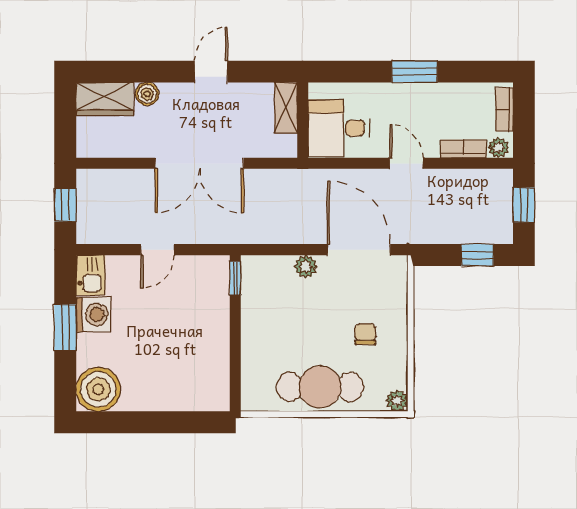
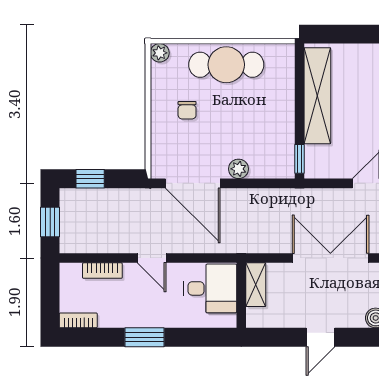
shelving: (286, 108) -> (256, 285), moved
bookcase: (504, 109) -> (78, 320), moved, turned -90
plant: (499, 148) -> (72, 272), removed
shelving: (215, 351) -> (317, 96), added

